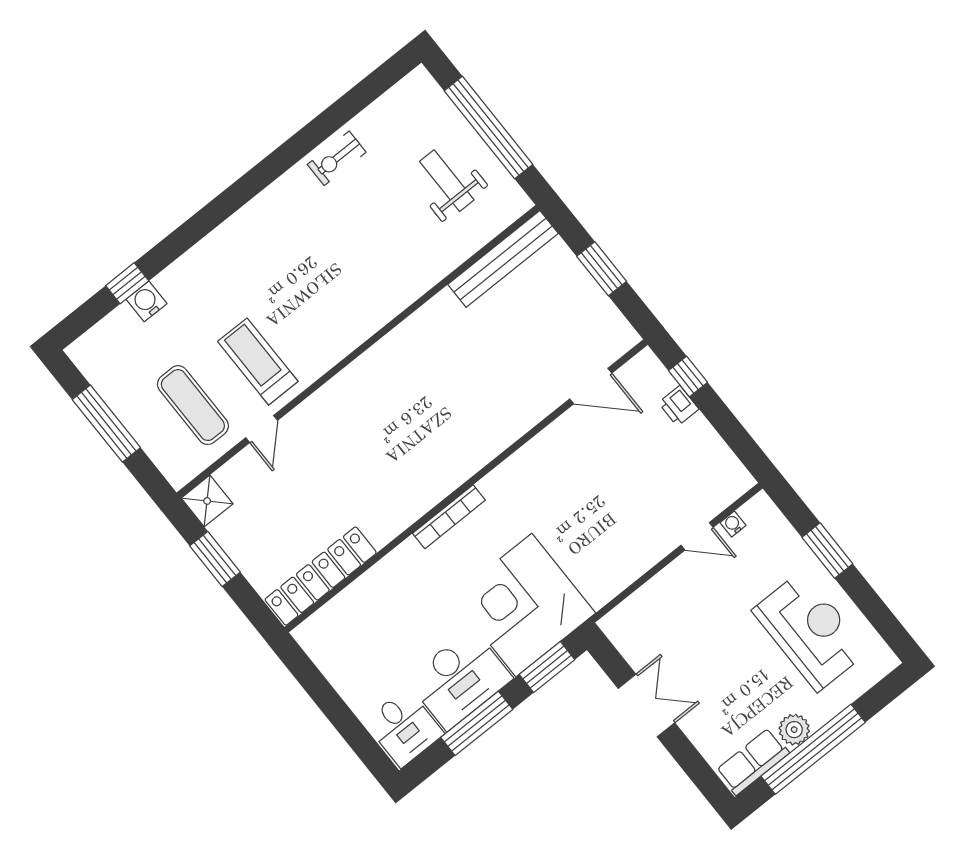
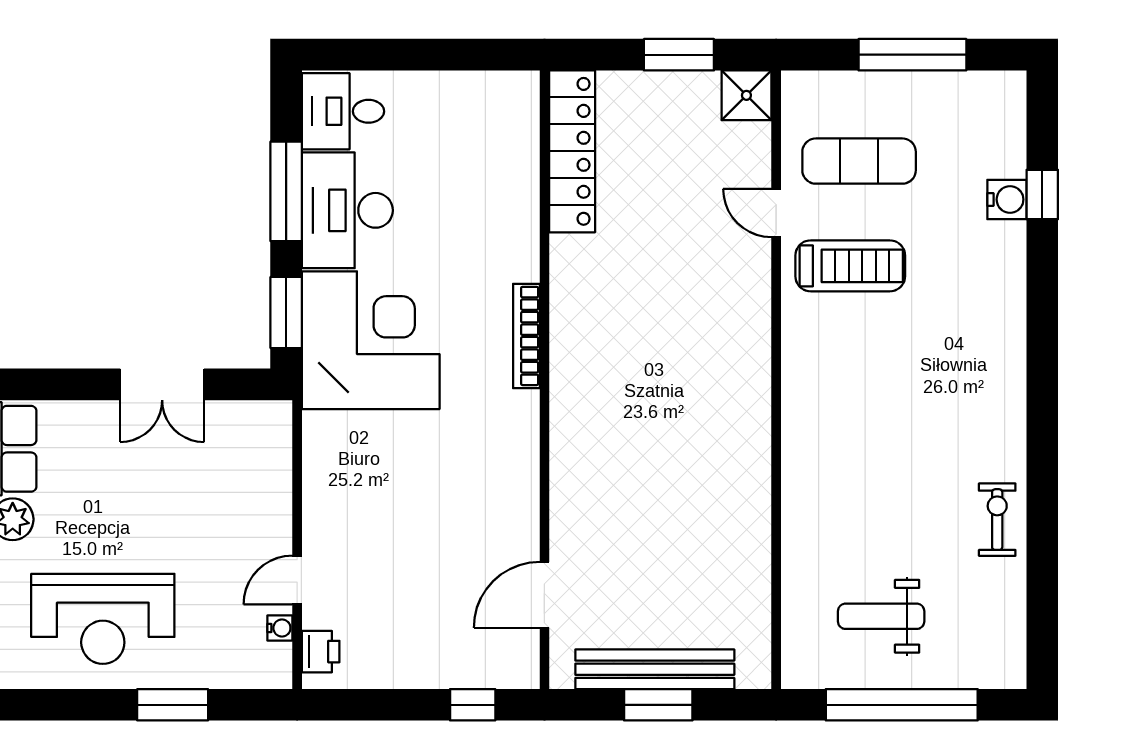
weight bench: (447, 181) -> (881, 616), turned 180
bench: (503, 259) -> (655, 669), moved, turned 90
printer: (679, 406) -> (321, 652), moved, turned 90

